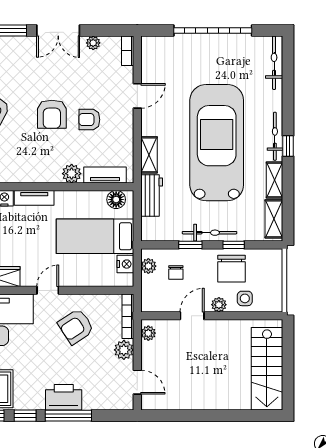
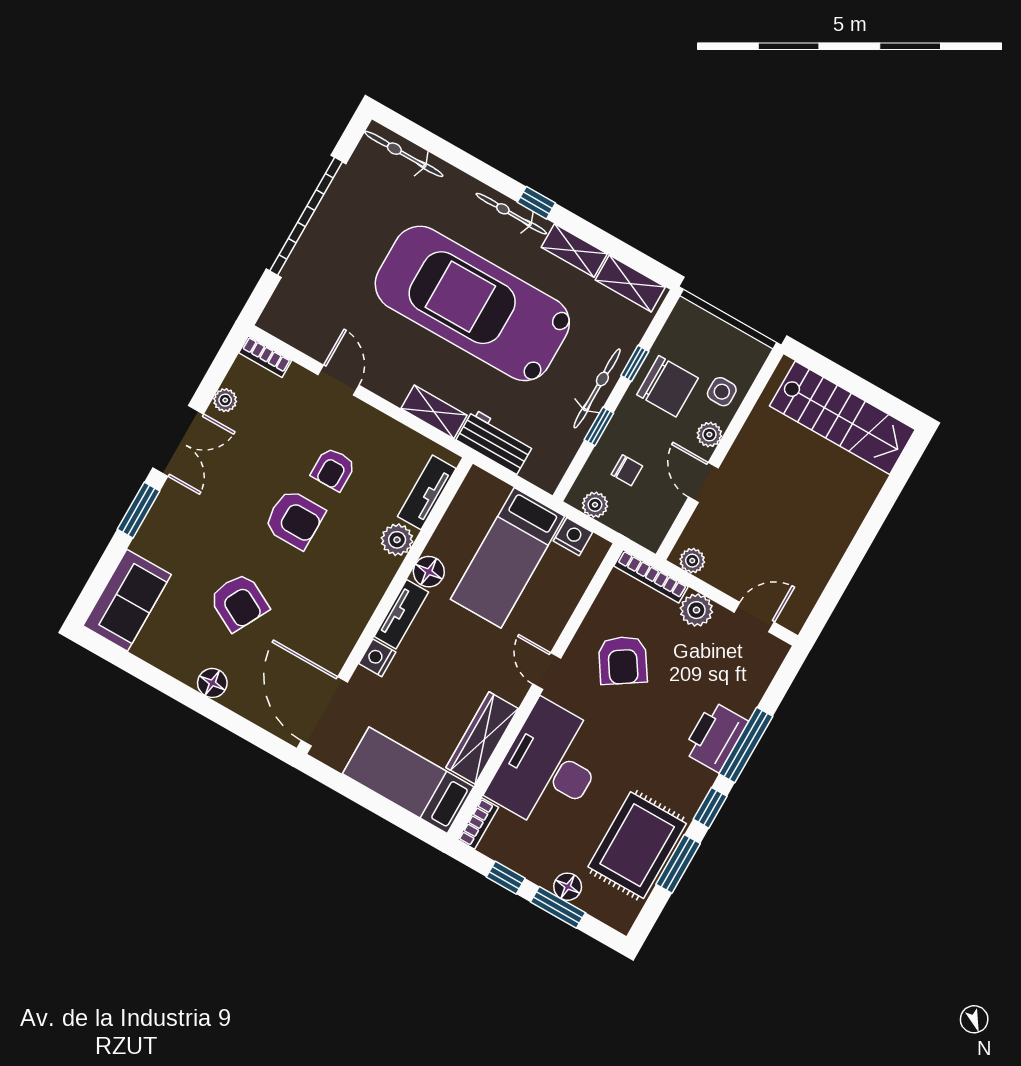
floor lamp: (116, 200) -> (429, 572), moved

